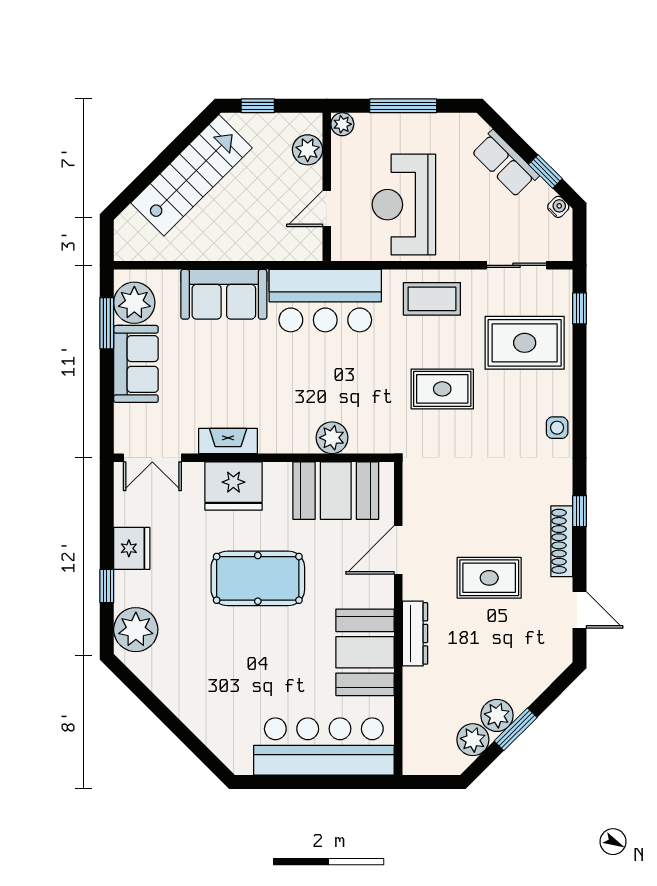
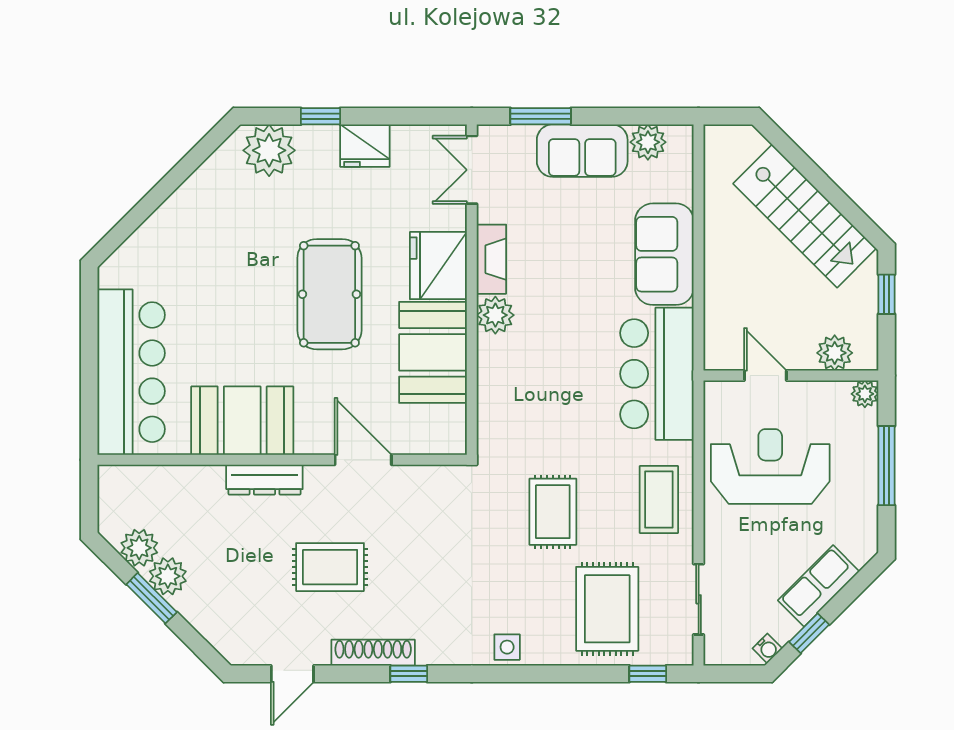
plant: (134, 303) -> (648, 142), width x0.73, depth x0.73
window: (107, 323) -> (541, 116), moved
plant: (332, 438) -> (495, 315), moved
booth: (336, 491) -> (433, 352), moved
rug: (489, 578) -> (330, 567), turned 90

